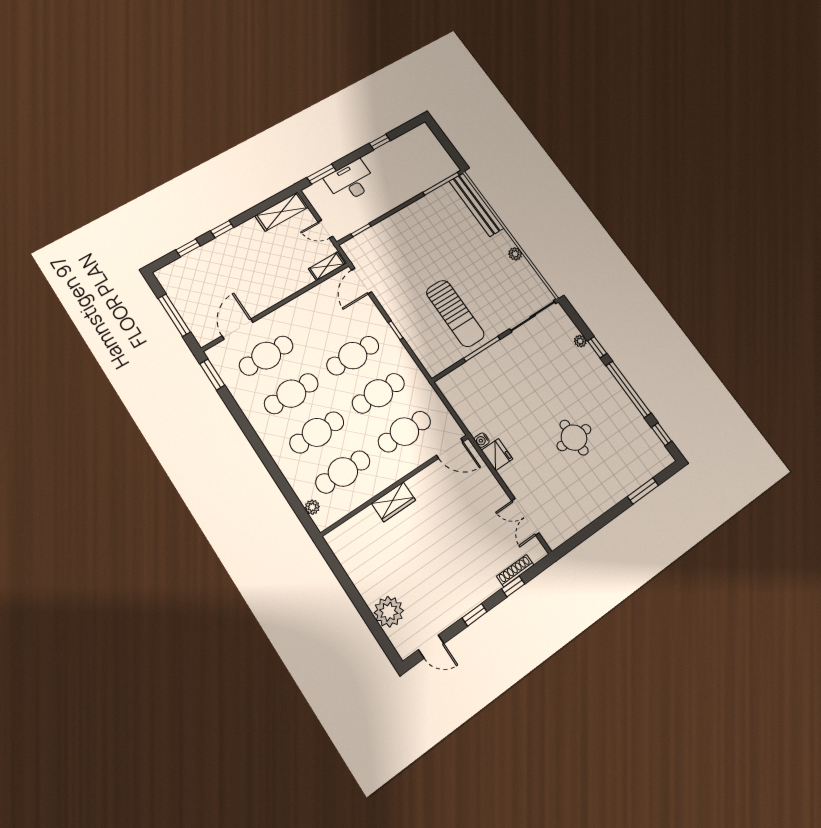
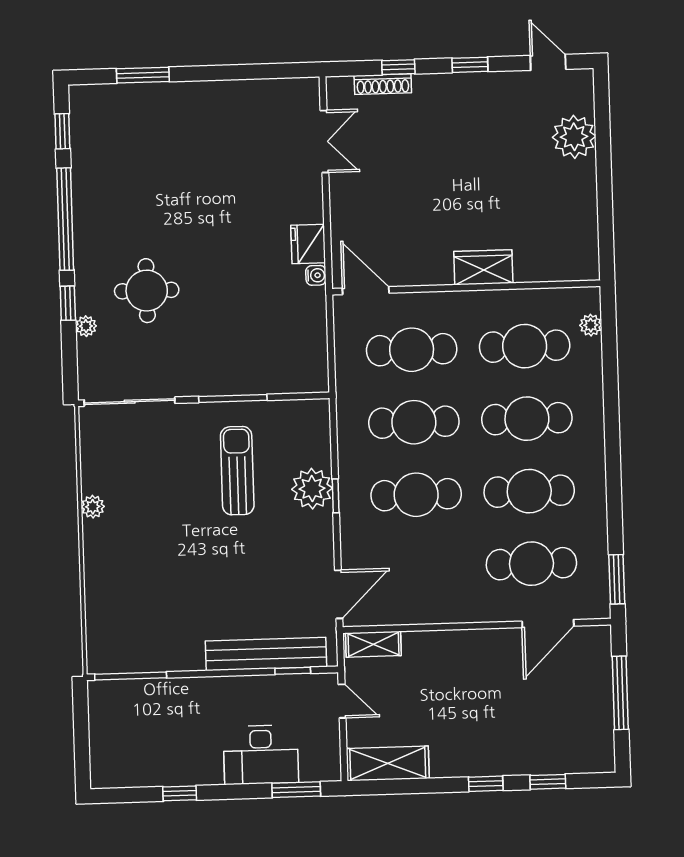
bench: (476, 205) -> (266, 654), moved, turned 90
sun lounger: (455, 313) -> (237, 471), width x0.73, depth x0.75
plant: (410, 327) -> (312, 489), added
round table: (574, 438) -> (147, 291), moved

